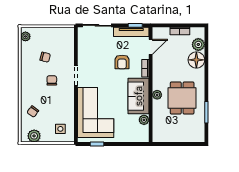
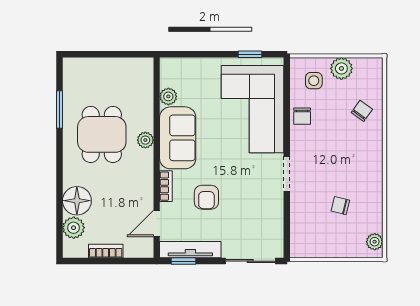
armchair: (122, 62) -> (206, 197), turned 180
chair: (52, 80) -> (302, 116), moved
plant: (34, 136) -> (341, 68), moved

